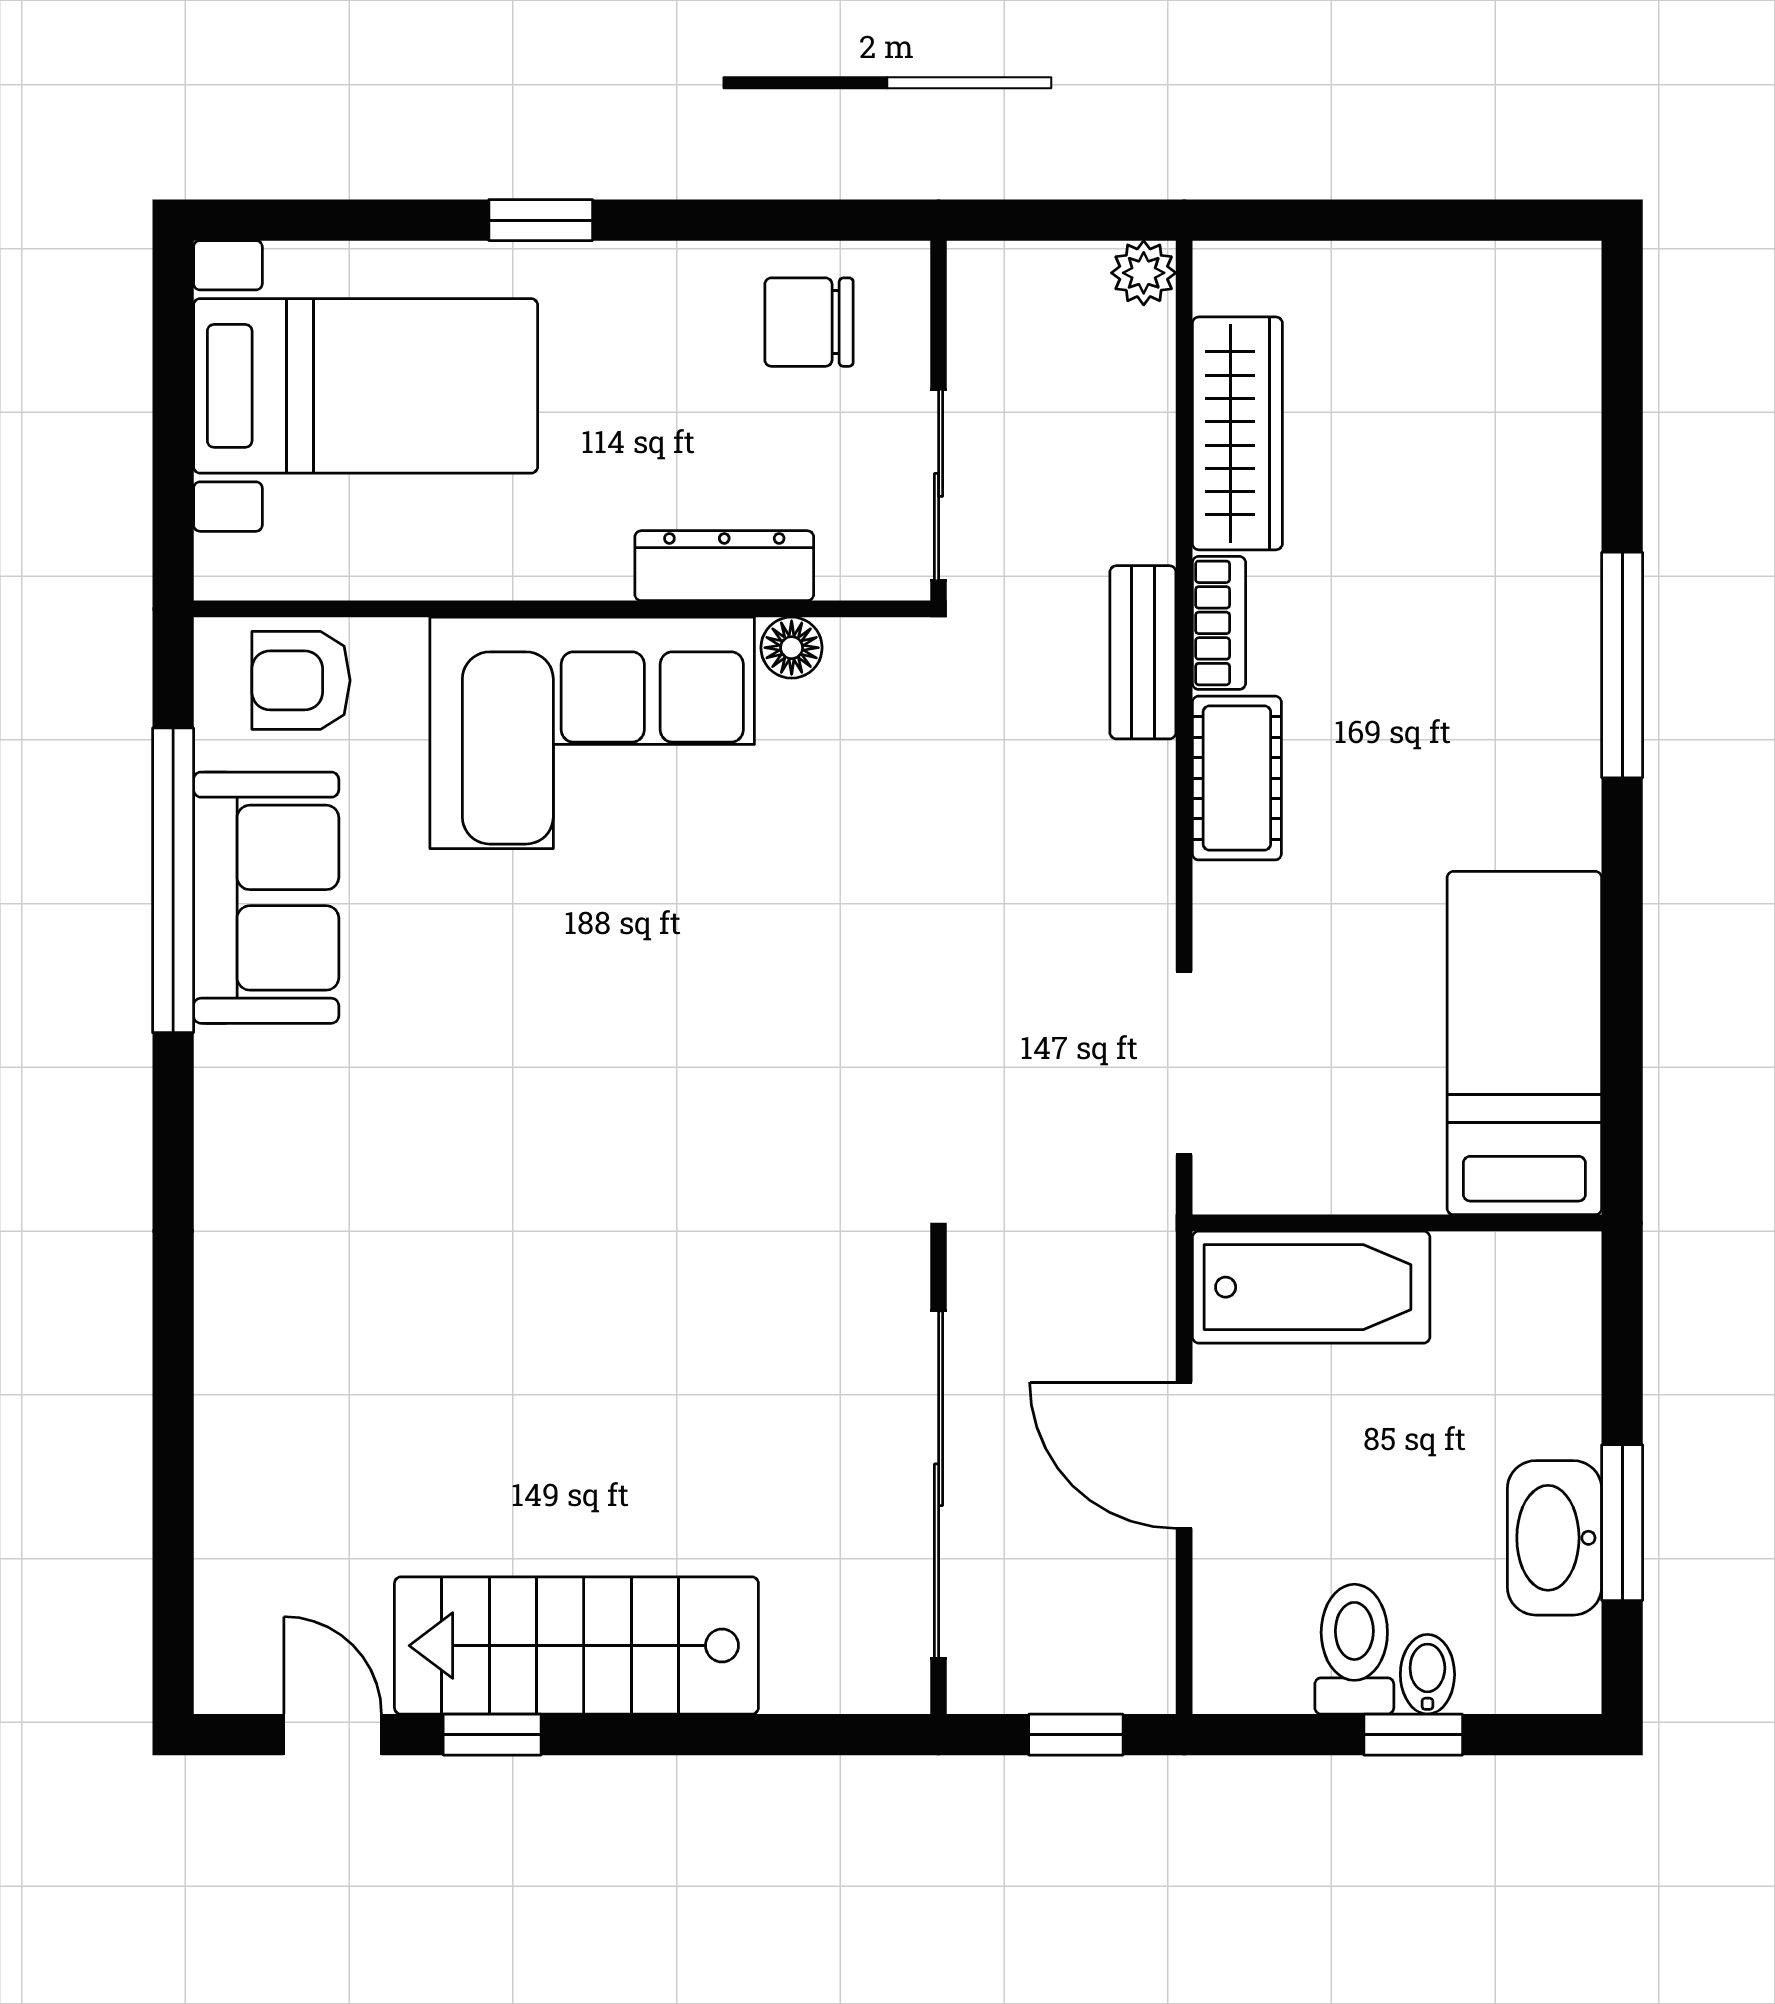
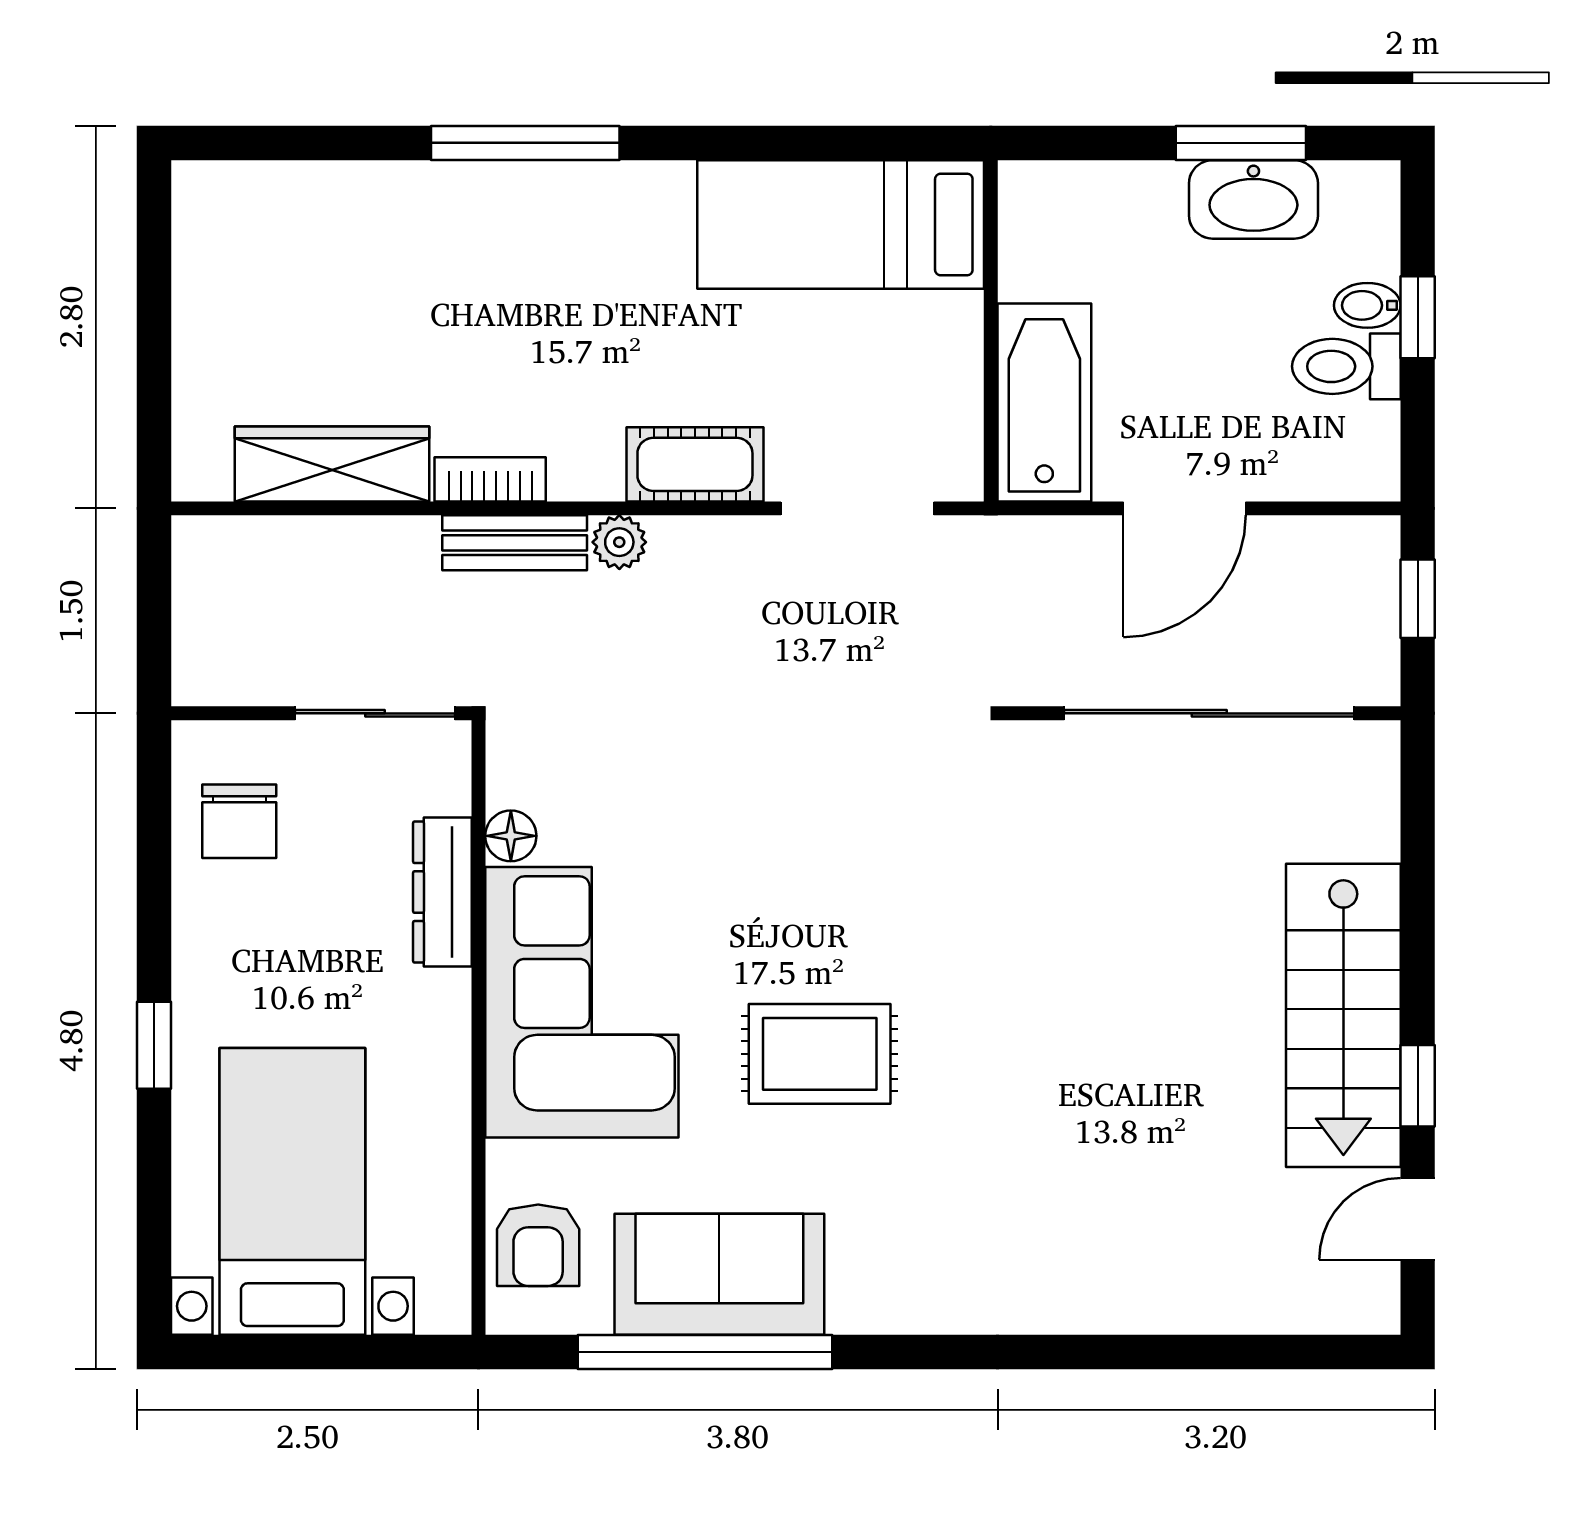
plant: (1144, 273) -> (619, 542), moved
cot: (1237, 778) -> (695, 464), moved
rug: (530, 1018) -> (820, 1054), added

